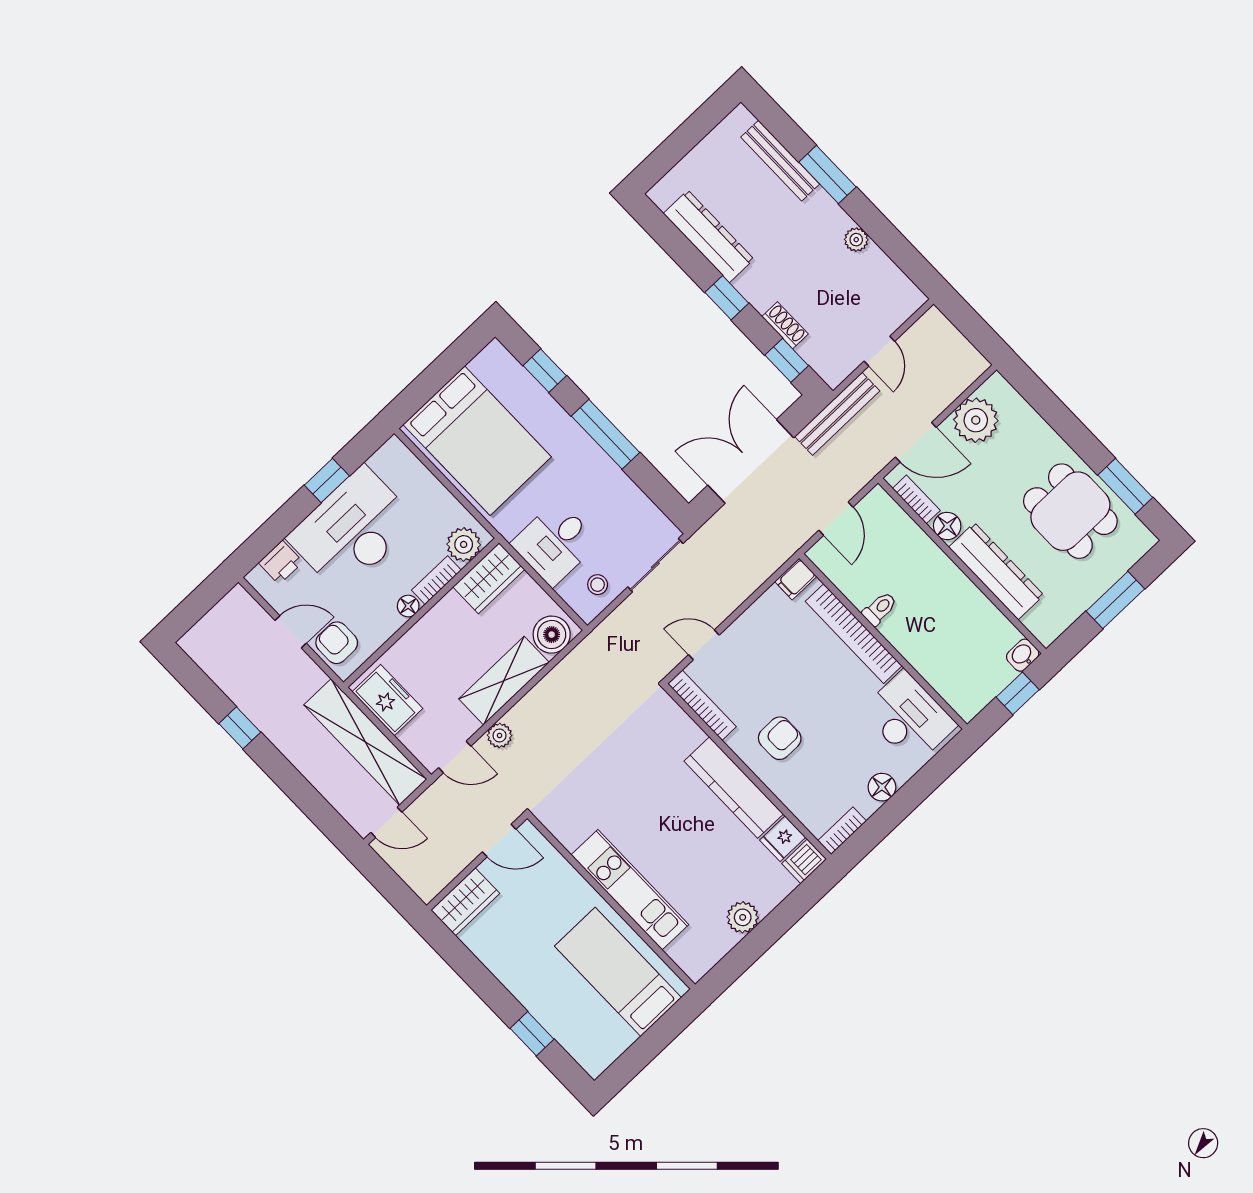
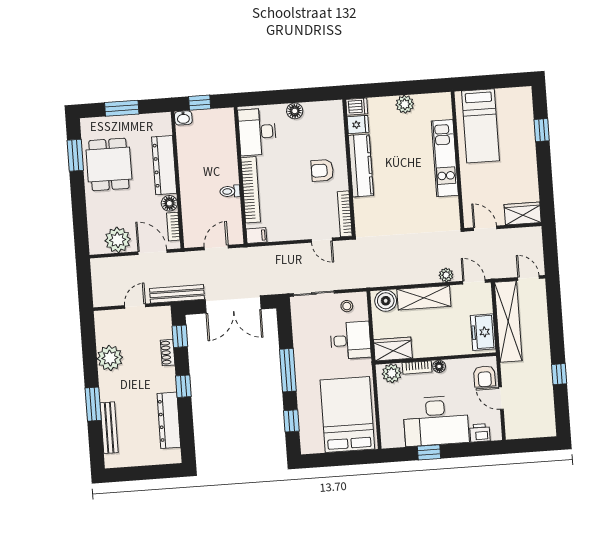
plant: (856, 240) -> (110, 358), width x1.88, depth x1.88
bookcase: (842, 831) -> (329, 106), removed

